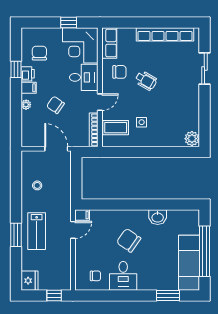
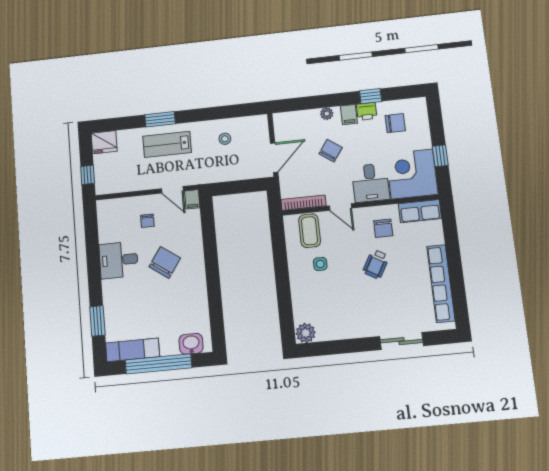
washbasin: (158, 217) -> (191, 344), moved, turned 90
exam couch: (189, 263) -> (133, 350), width x0.73, depth x0.69
chair: (95, 276) -> (147, 221), moved

